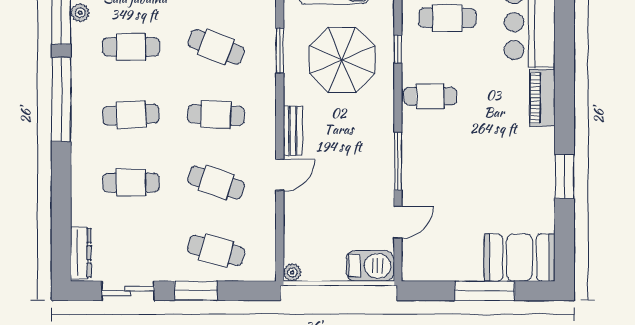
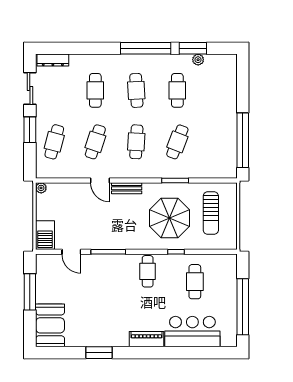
window: (485, 291) -> (30, 292), moved

